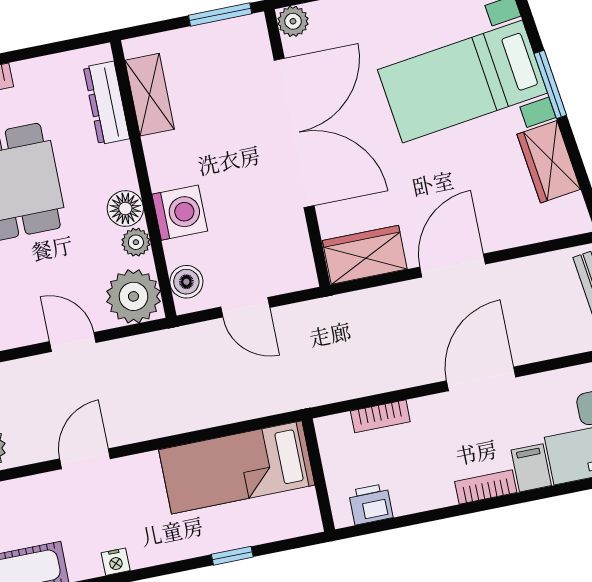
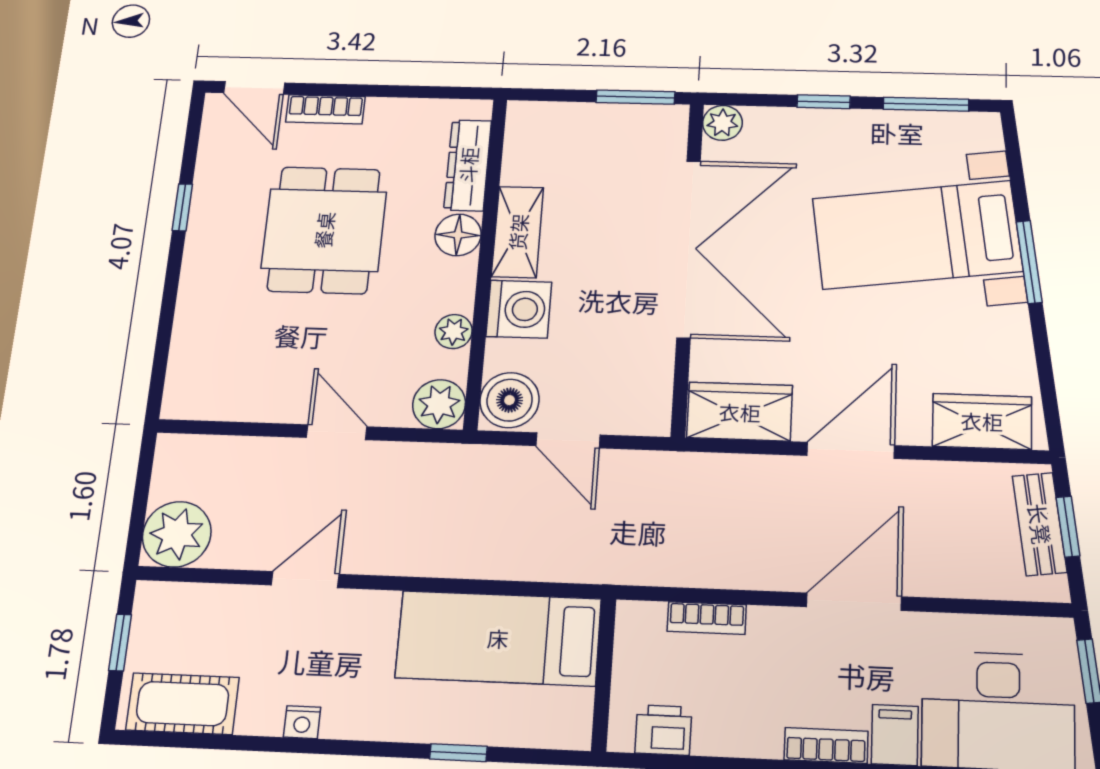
shelving: (150, 95) -> (518, 232), moved
wardrobe: (549, 162) -> (982, 421), moved, turned 98
floor lamp: (125, 208) -> (458, 235), moved
boiler: (186, 282) -> (510, 400), width x1.36, depth x1.36
plant: (133, 296) -> (439, 404), width x0.73, depth x0.73

